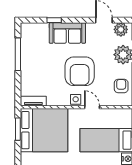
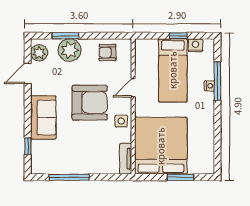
window: (54, 20) -> (28, 146), moved
side table: (76, 99) -> (121, 121), moved
window: (18, 129) -> (180, 177), moved

